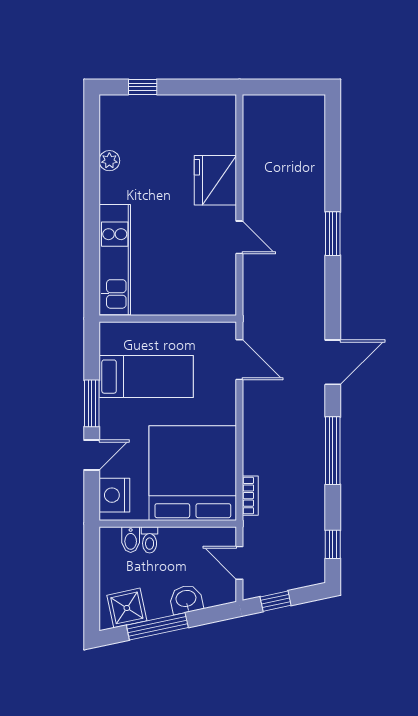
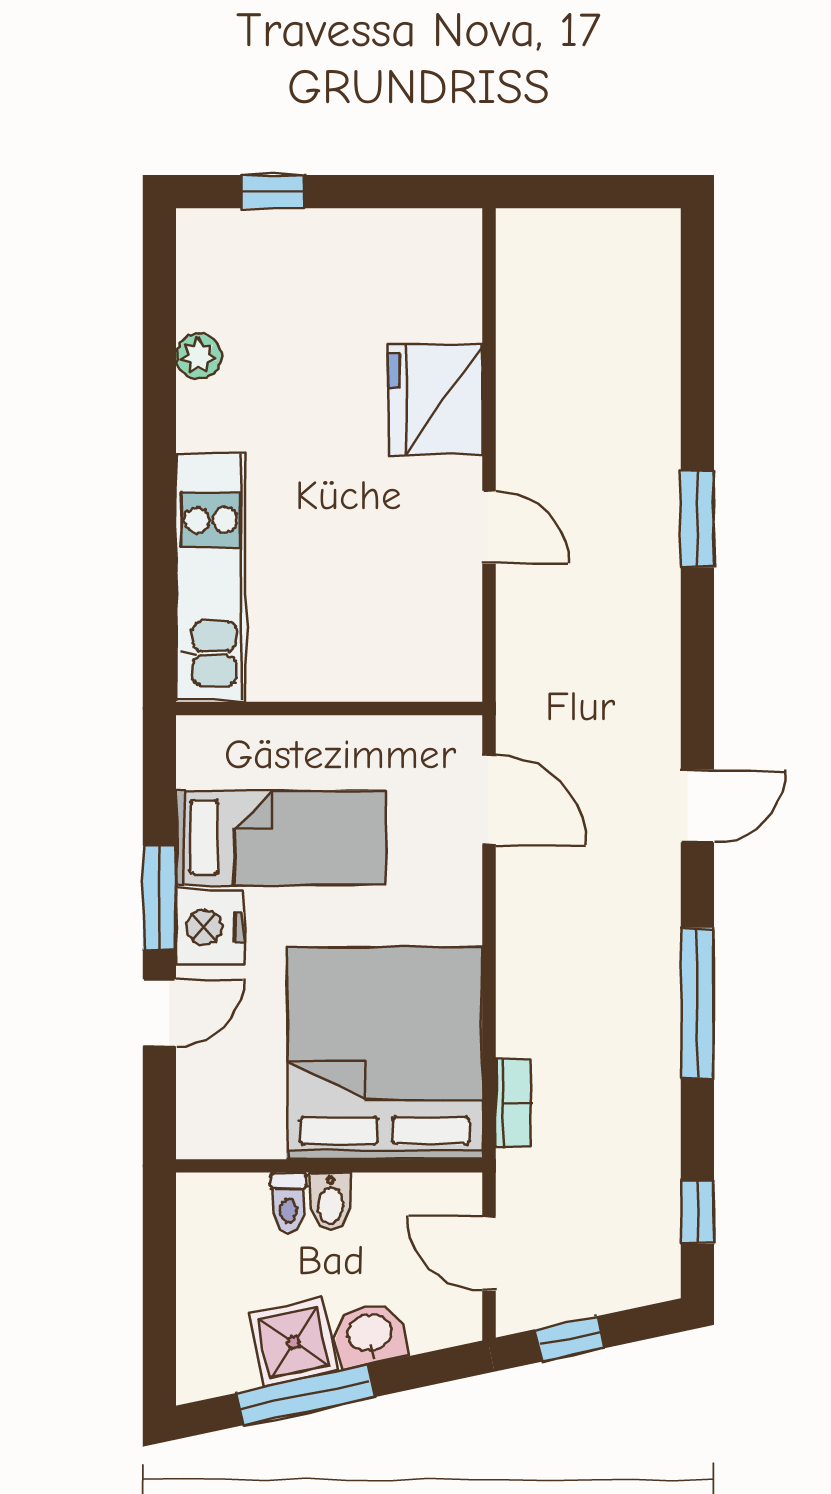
door: (333, 362) -> (697, 806), width x0.73
nightstand: (114, 495) -> (210, 927), moved
bidet: (131, 540) -> (331, 1201), moved
shower: (127, 608) -> (293, 1342), moved

